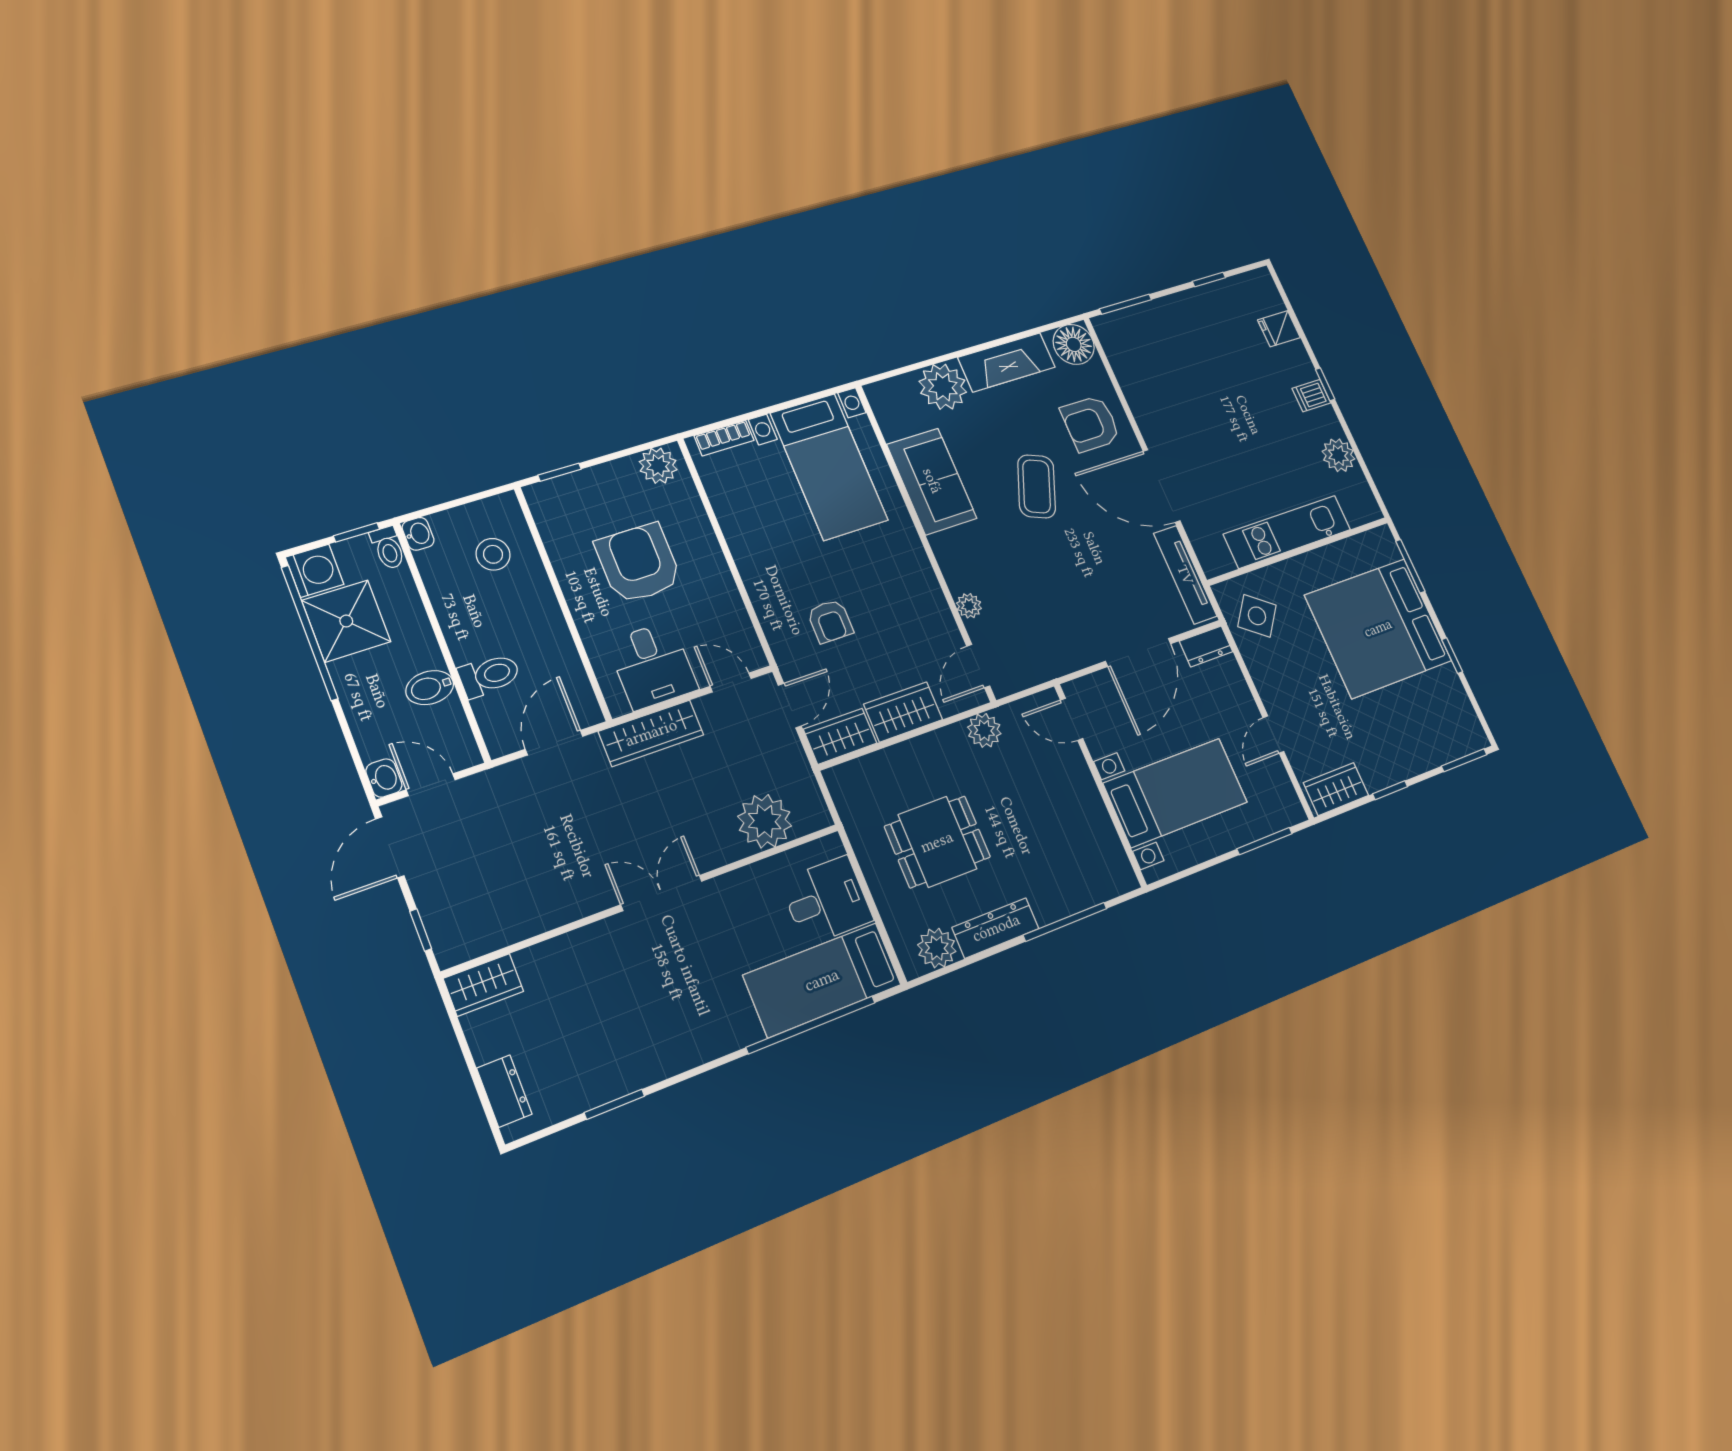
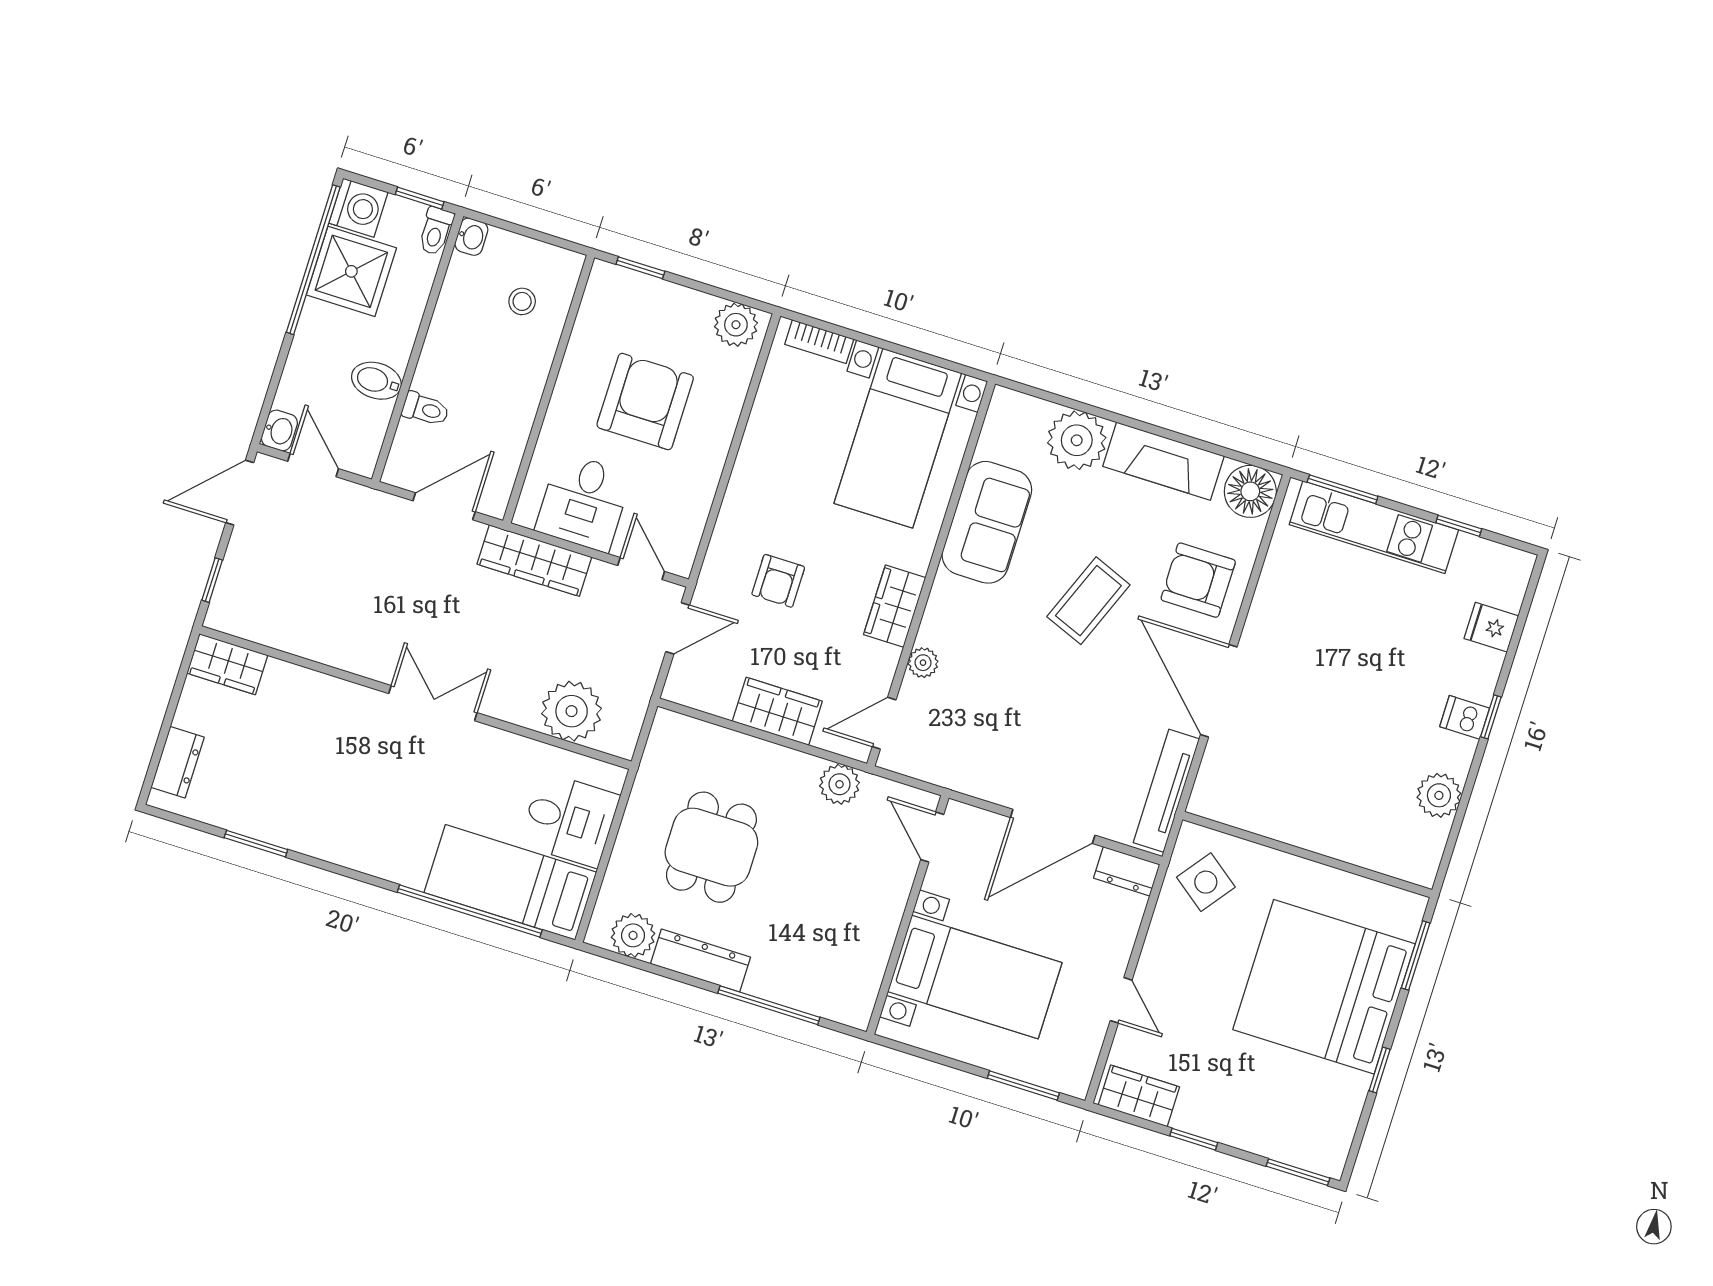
kitchen unit: (1287, 532) -> (1374, 527), moved, turned 180
stool: (493, 554) -> (522, 301), width x0.73, depth x0.73
toilet: (489, 675) -> (425, 409), width x0.73, depth x0.72
door: (1273, 735) -> (1121, 1000), swing flipped
wardrobe: (840, 736) -> (895, 606), moved, turned -90
dining table: (937, 842) -> (711, 847), turned 90

